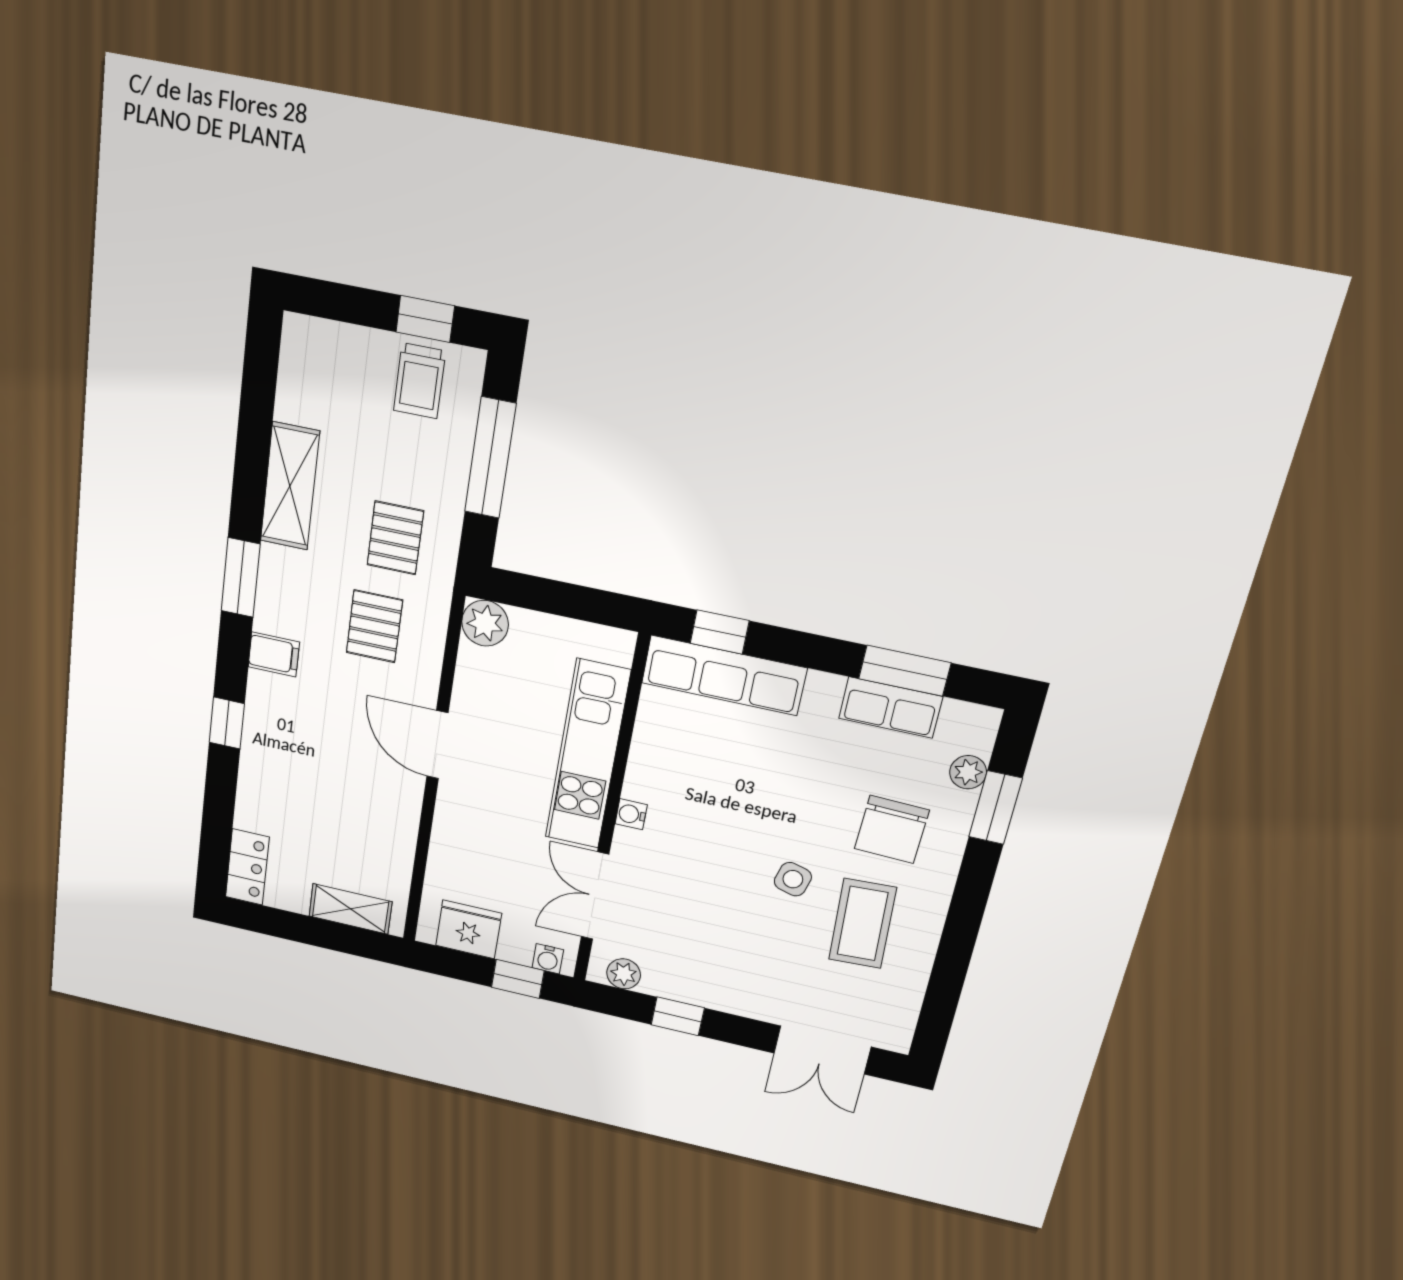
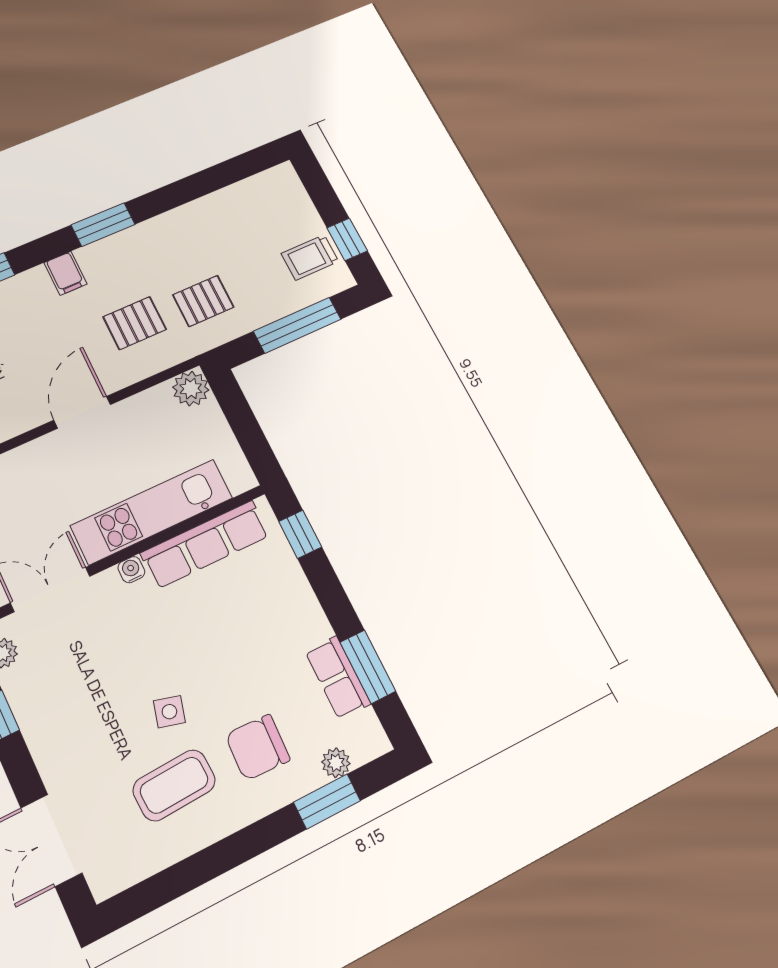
shelving: (290, 486) -> (187, 221), removed
row of seats: (724, 675) -> (205, 544), moved, turned -90

